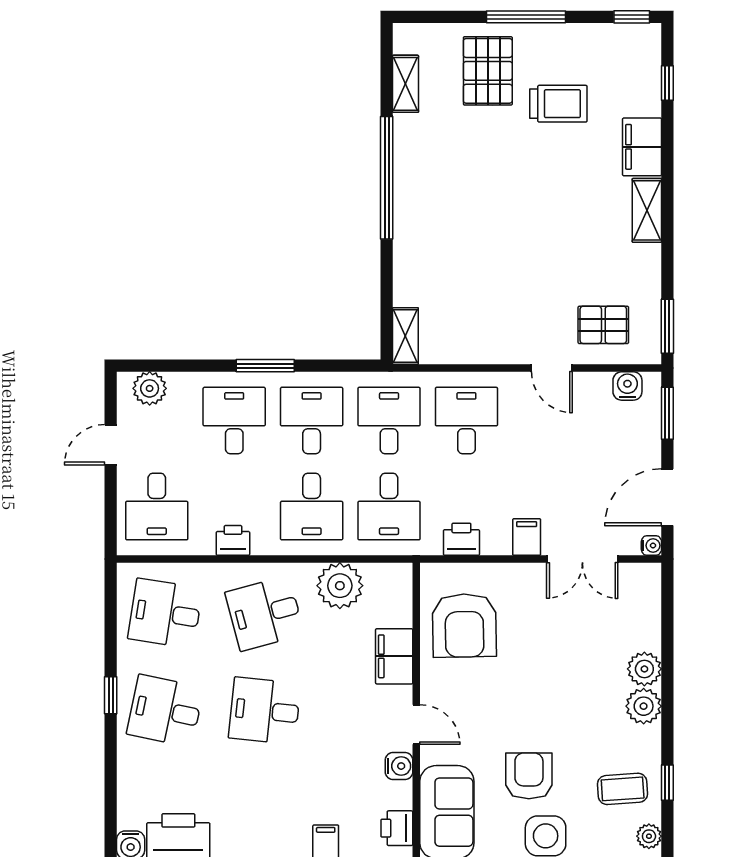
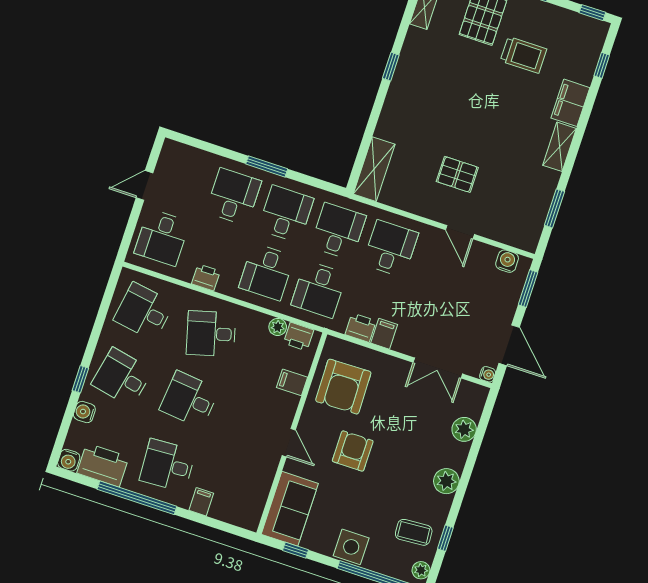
window: (387, 178) -> (391, 67), width x0.32
pallet: (603, 325) -> (457, 174), moved
window: (667, 326) -> (554, 208), moved
shelving: (405, 336) -> (374, 169), width x1.50, depth x1.33
plant: (150, 388) -> (184, 156), removed
door: (667, 497) -> (509, 345), swing flipped
filing cabinet: (527, 537) -> (384, 334), moved
plant: (340, 586) -> (278, 327), width x0.53, depth x0.53
filing cabinet: (394, 656) -> (292, 382), width x0.50
plant: (644, 669) -> (464, 429), moved
window: (111, 695) -> (80, 379), moved
water cooler: (399, 766) -> (84, 412), moved, turned 180
armchair: (529, 776) -> (353, 451), moved
desk: (265, 808) -> (168, 465), added
printer: (397, 828) -> (299, 337), moved, turned -90

